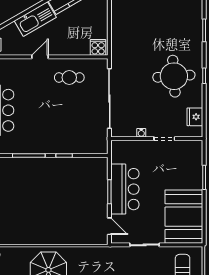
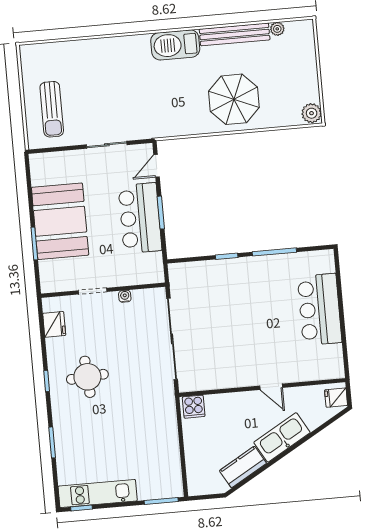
door: (40, 57) -> (271, 387), hinge flipped
round table: (174, 76) -> (87, 377), width x0.73, depth x0.73
cafe table: (69, 77) -> (229, 362), removed
booth: (184, 217) -> (60, 221), moved
door: (109, 226) -> (157, 166), hinge flipped

